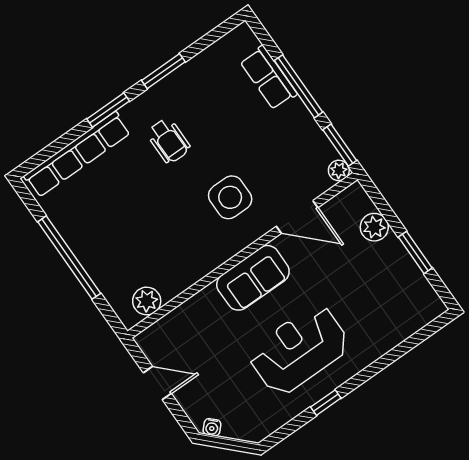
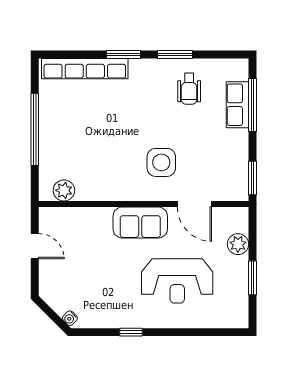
window: (298, 86) -> (252, 105), moved
wheelchair: (168, 141) -> (189, 89), moved
plant: (339, 170) -> (241, 193), removed
reception desk: (299, 350) -> (177, 281), moved, turned 180
water cooler: (212, 427) -> (70, 318), moved

